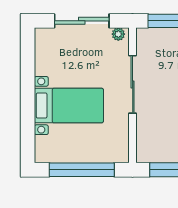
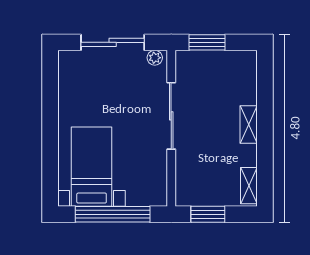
bed with nightstands: (69, 106) -> (92, 167), moved, turned -90

